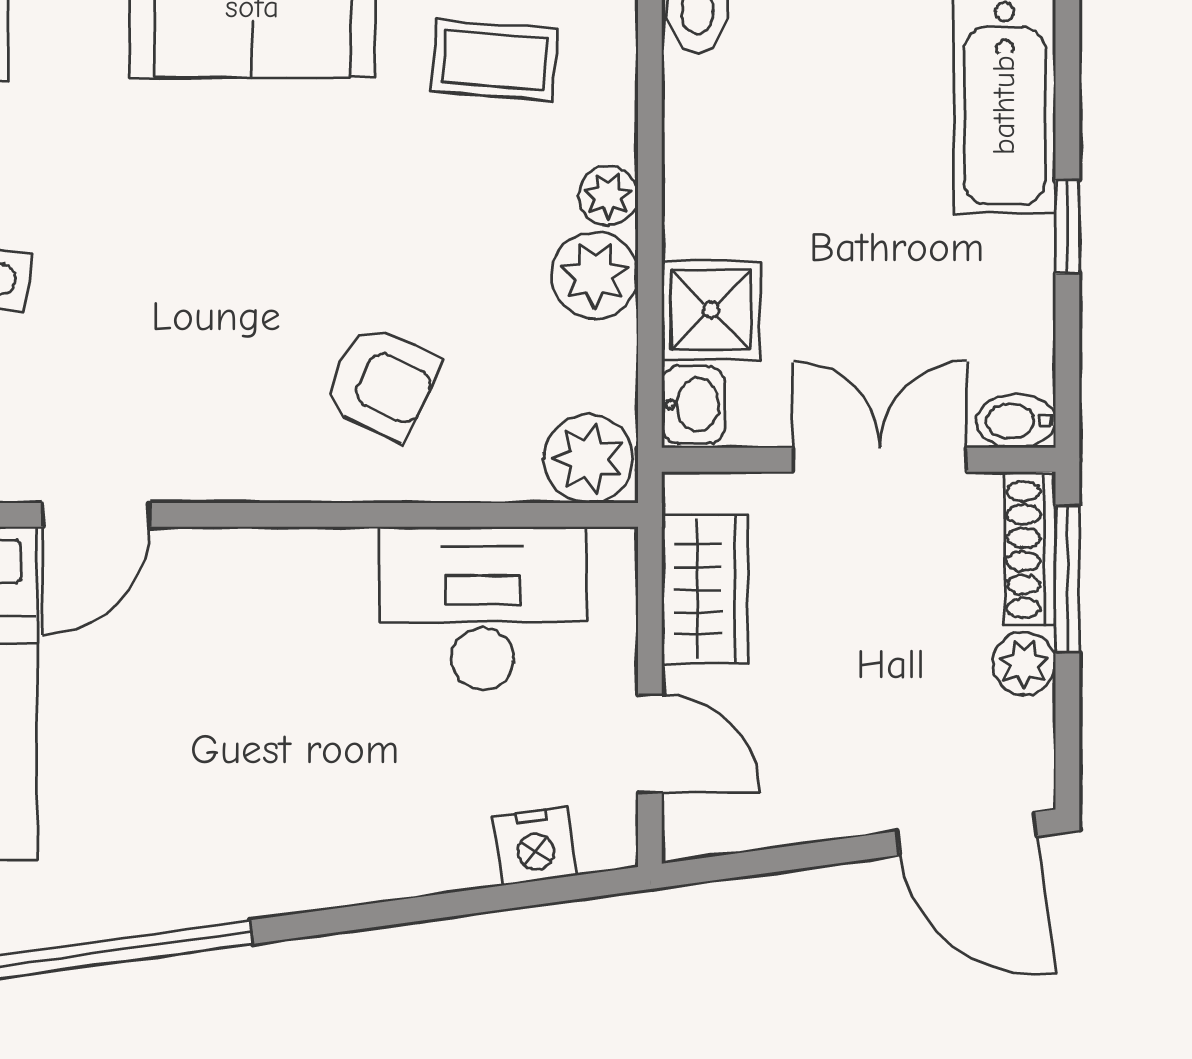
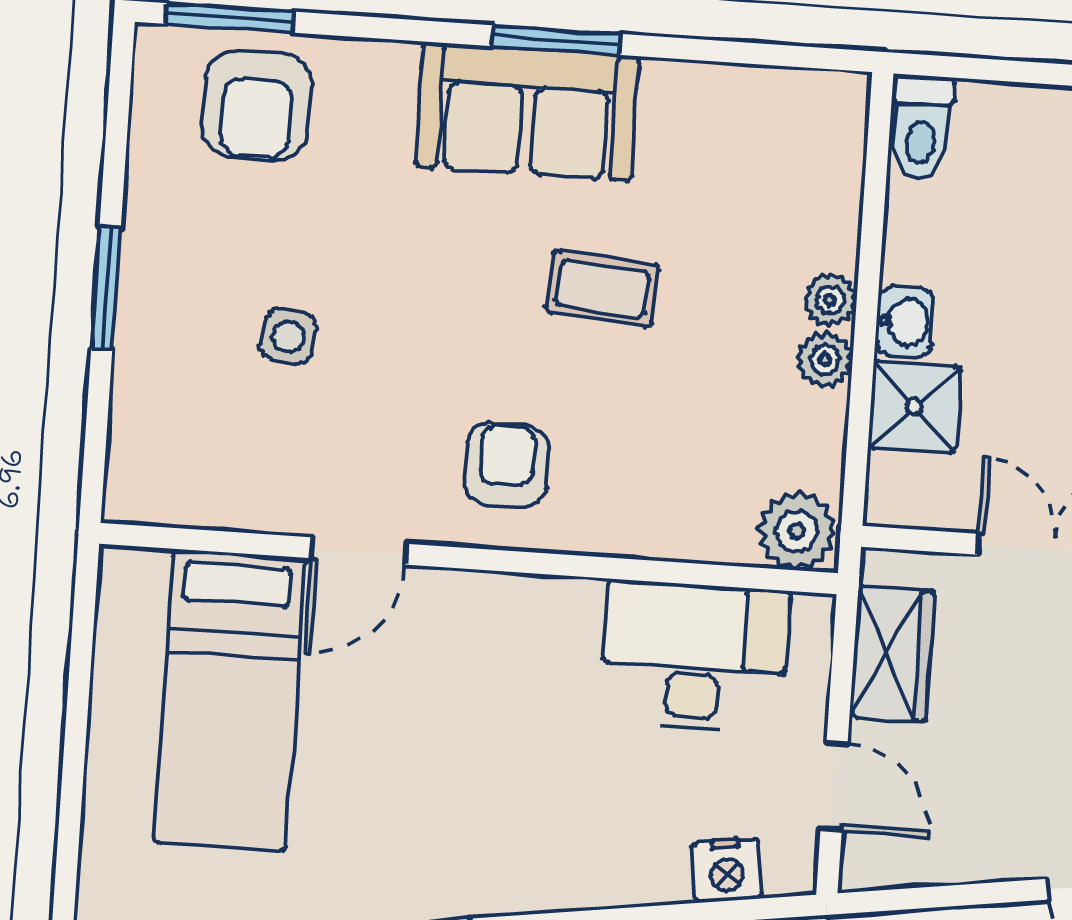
coffee table: (494, 60) -> (602, 289), moved
plant: (595, 275) -> (825, 360), width x0.73, depth x0.73
armchair: (382, 382) -> (507, 465), moved, turned -116
washbasin: (693, 405) -> (904, 322), moved

